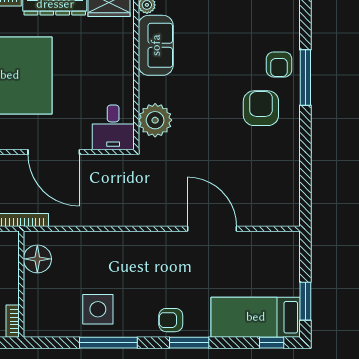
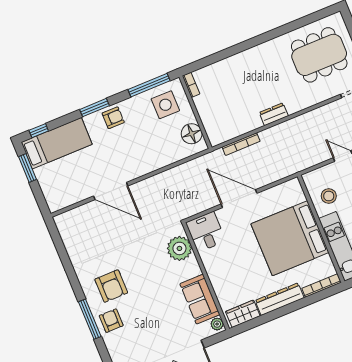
floor lamp: (37, 259) -> (192, 134), moved
wall: (21, 284) -> (195, 112), moved
bookcase: (13, 321) -> (191, 85), moved

